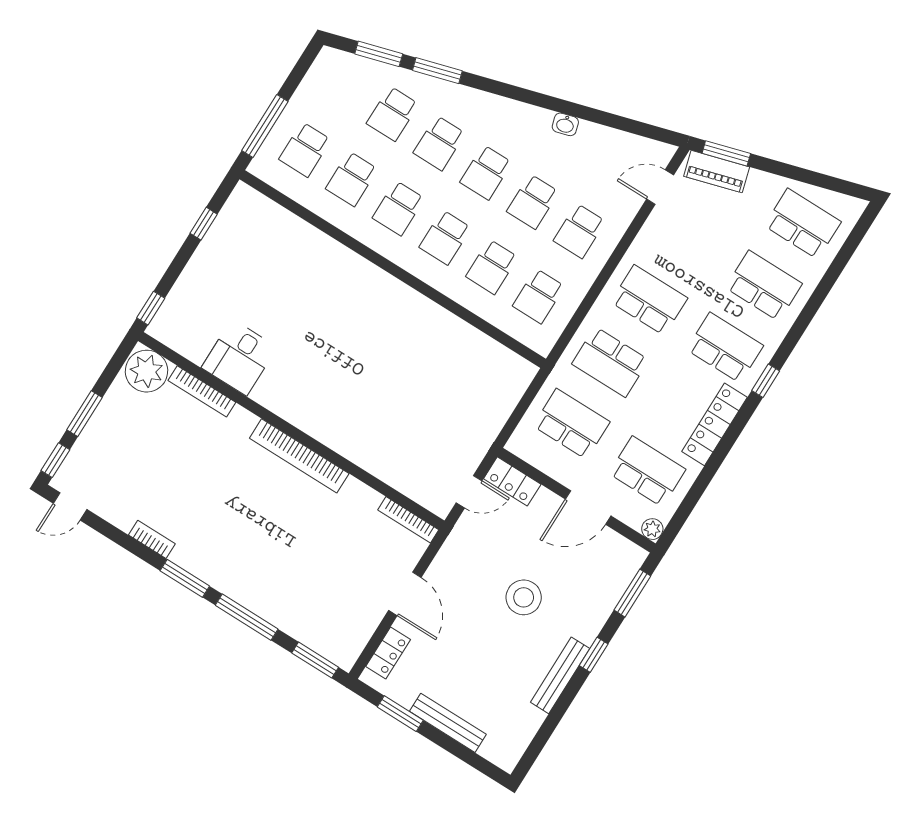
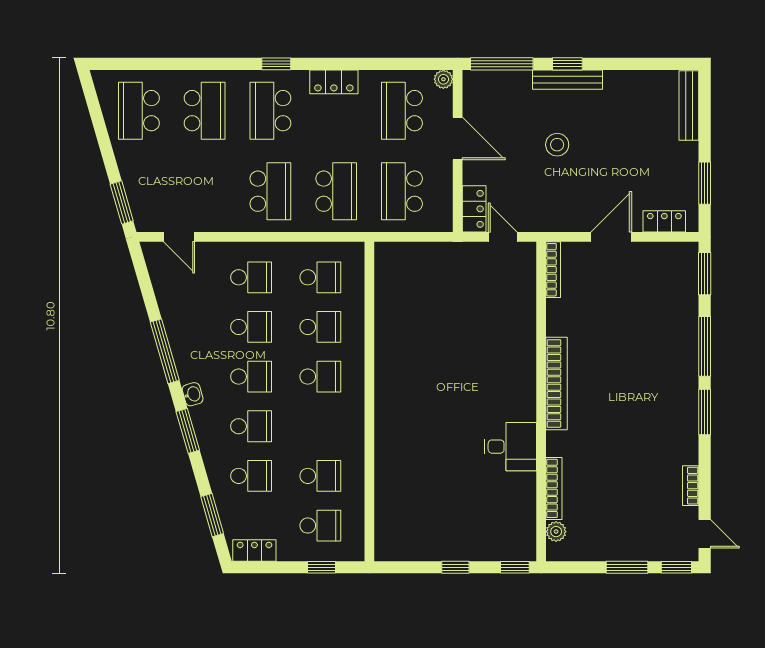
window: (437, 71) -> (188, 431), moved
locker: (320, 73) -> (254, 550), added
window: (561, 106) -> (165, 351), added
washbasin: (565, 124) -> (193, 394), moved
window: (265, 126) -> (321, 567), width x0.46
piano: (717, 172) -> (140, 201), removed
school desk: (398, 208) -> (320, 426), removed
window: (204, 224) -> (455, 567), moved
school desk: (764, 286) -> (205, 111), turned 180
school desk: (649, 300) -> (270, 191), turned 180
desk: (239, 357) -> (510, 447), moved
plant: (146, 371) -> (556, 532), width x0.53, depth x0.53
locker: (715, 424) -> (334, 82), width x0.66
bookcase: (152, 539) -> (691, 486), moved
window: (632, 593) -> (502, 64), width x1.44
stool: (524, 597) -> (557, 145), width x0.73, depth x0.73
bench: (560, 675) -> (567, 80), moved
bench: (448, 723) -> (689, 105), moved

